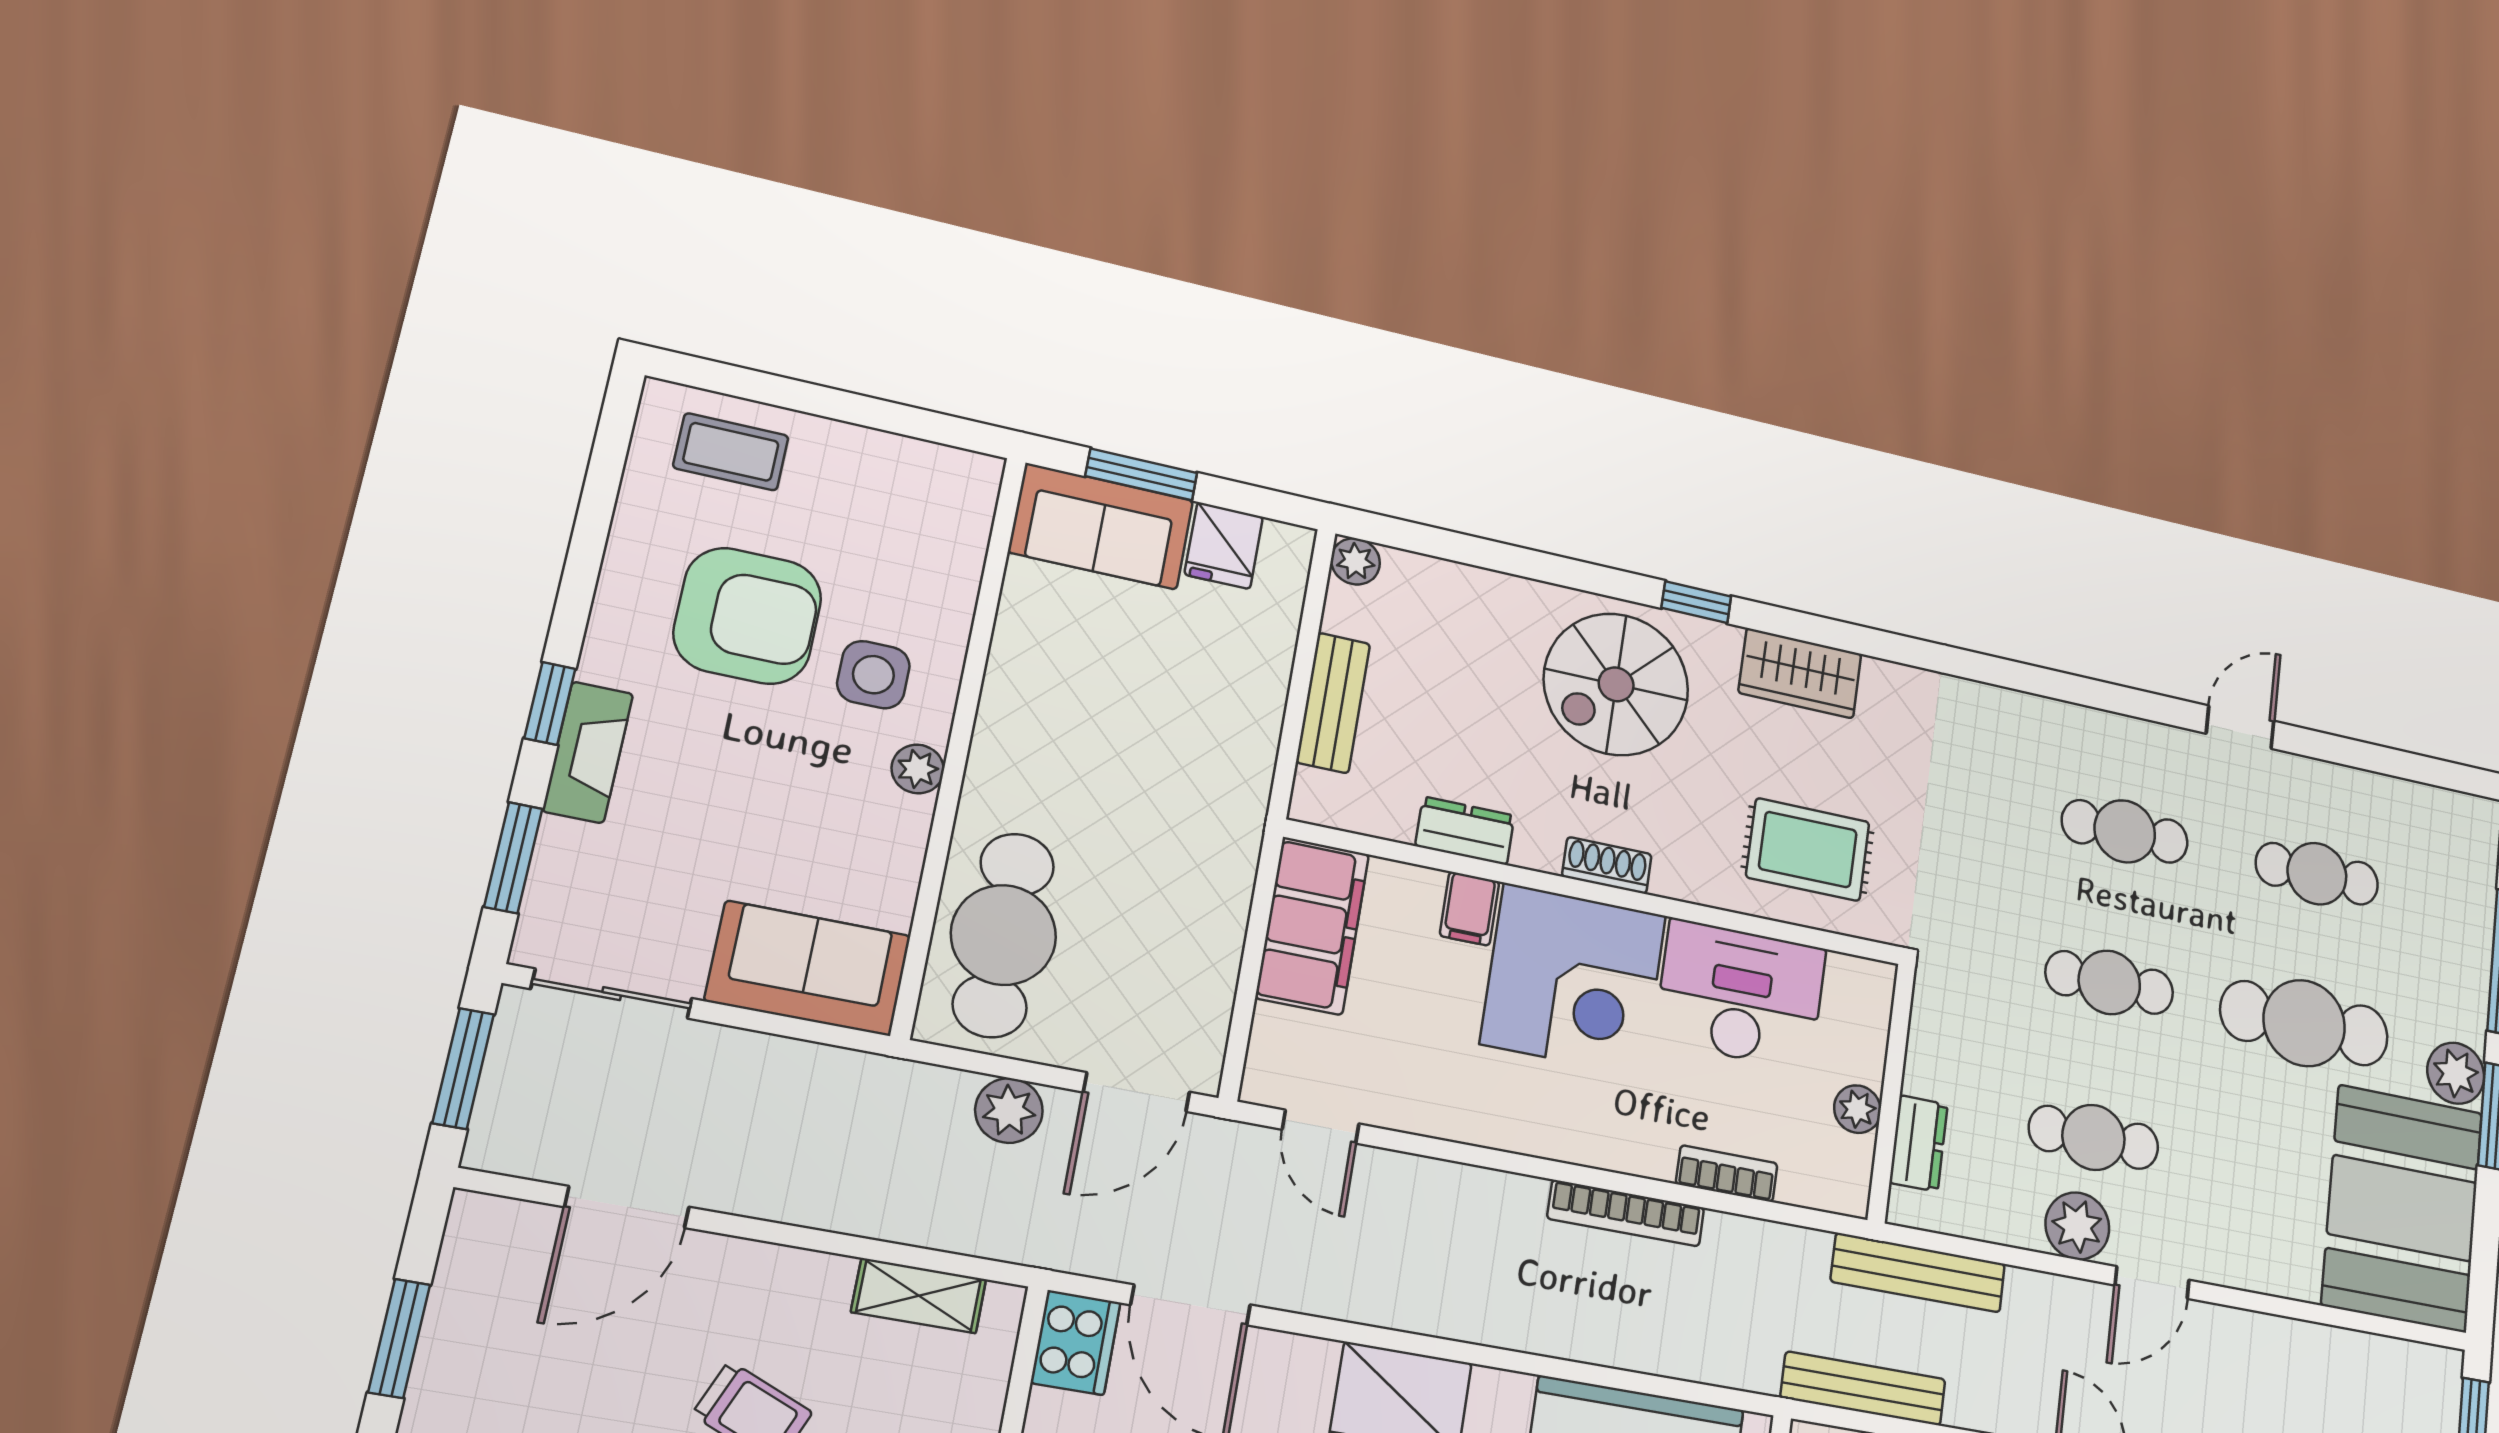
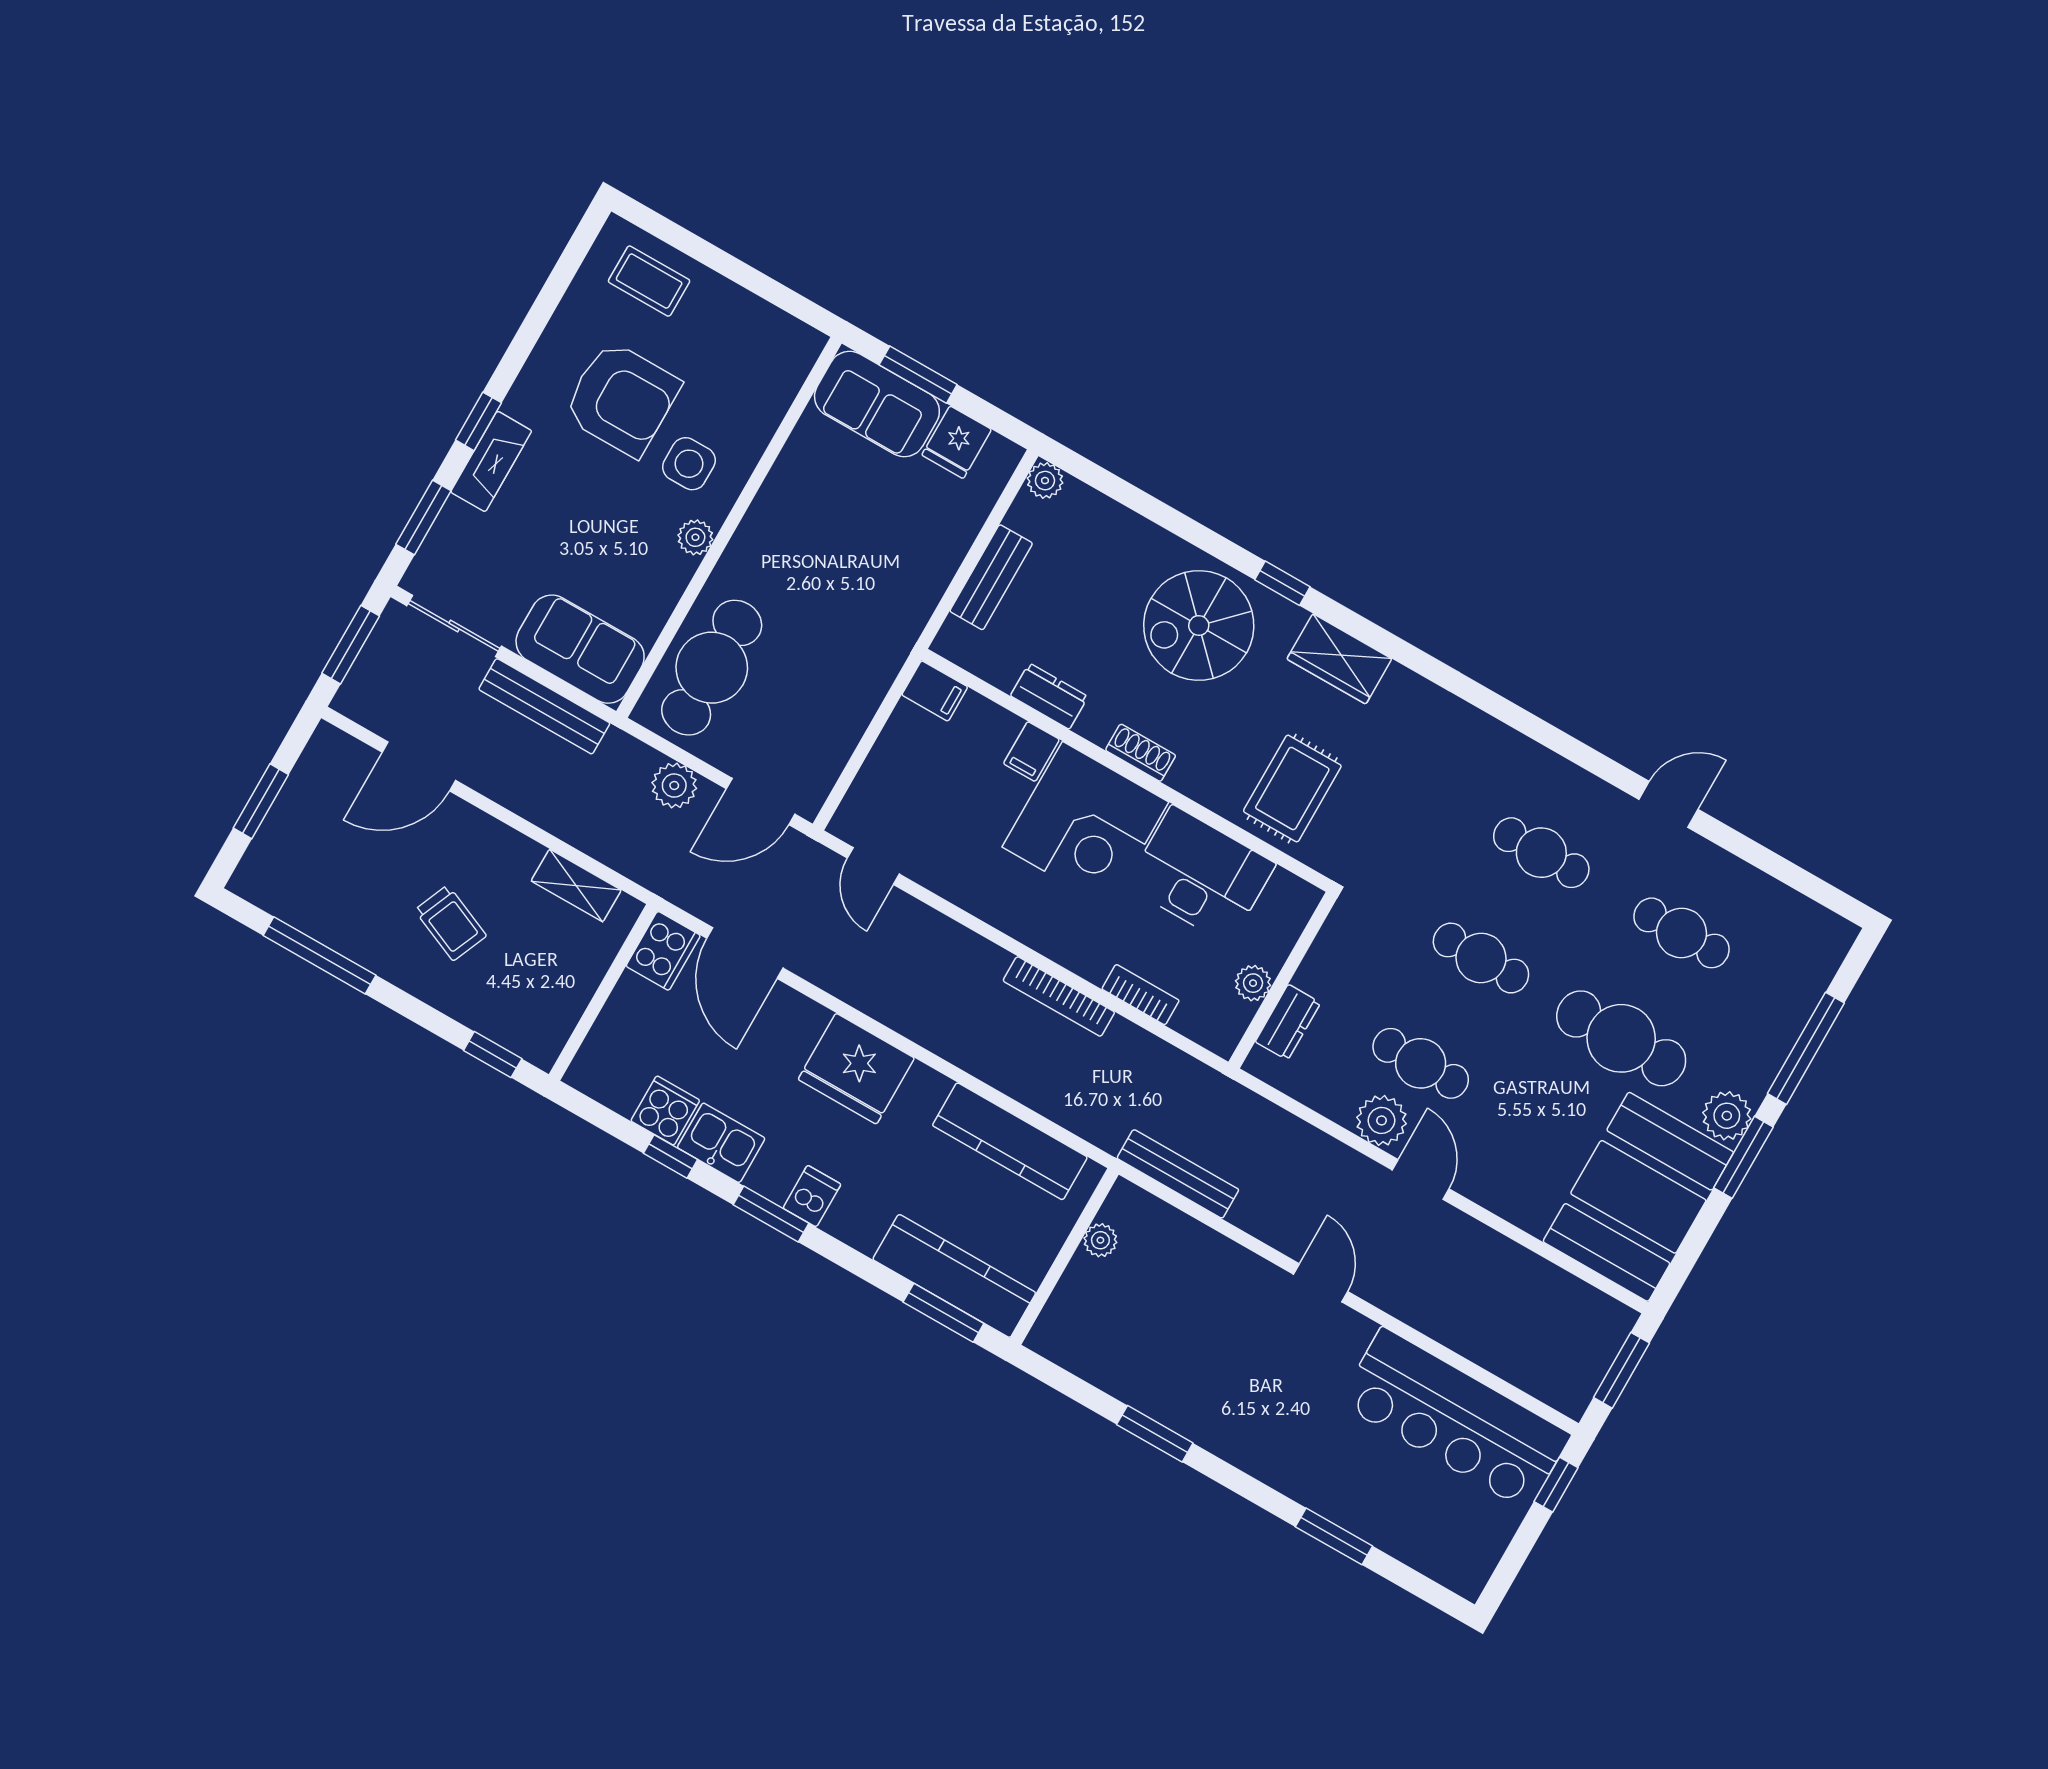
rug: (1808, 850) -> (1292, 788), turned 90
filing cabinet: (1312, 926) -> (935, 691), width x0.33, depth x0.86
bench: (1918, 1273) -> (544, 706), moved
door: (2152, 1283) -> (1421, 1179), swing flipped

